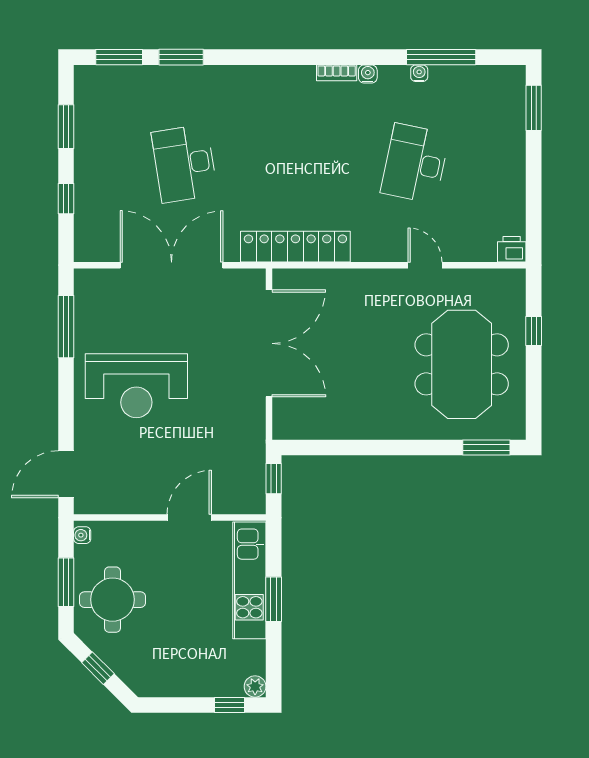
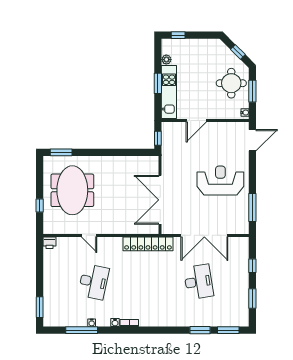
plant: (255, 686) -> (166, 60), moved

